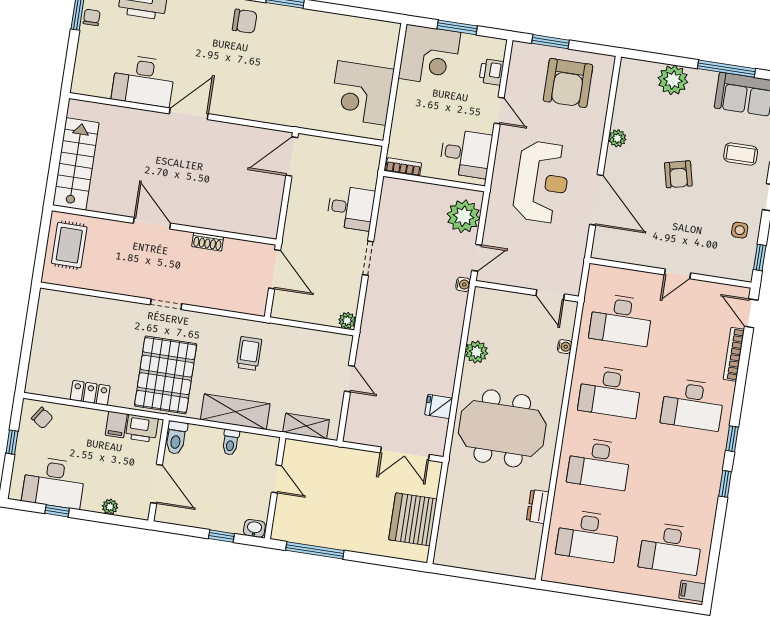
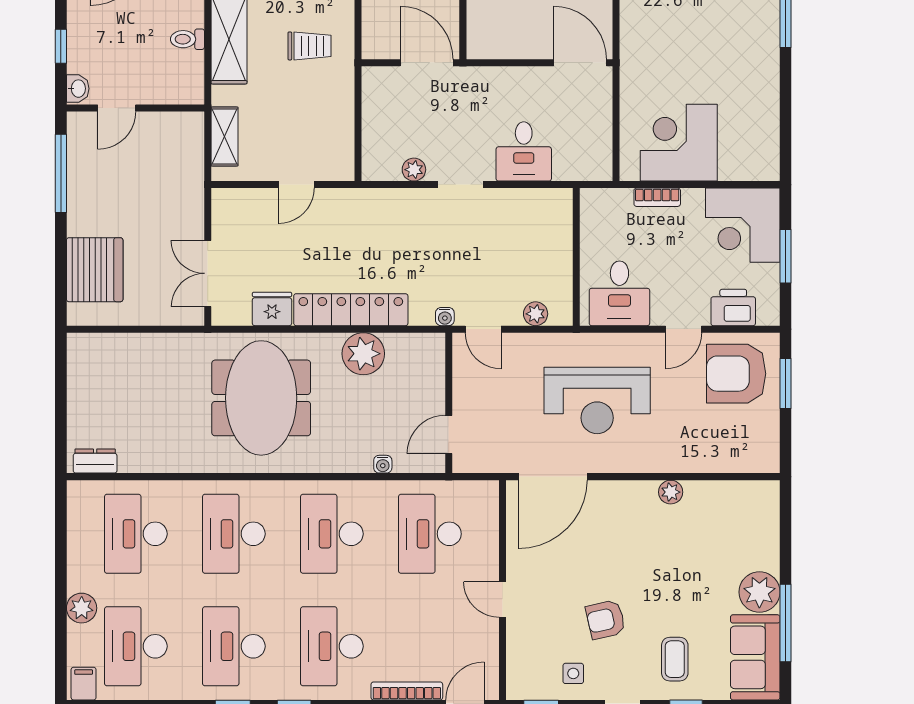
printer: (491, 72) -> (733, 307), width x1.36, depth x1.24
plant: (673, 80) -> (759, 592), moved
armchair: (568, 83) -> (736, 374), moved
bookcase: (403, 167) -> (657, 197), moved, turned 90
armchair: (678, 174) -> (606, 620), moved
door: (596, 200) -> (553, 477), moved
plant: (464, 216) -> (536, 314), width x0.53, depth x0.53
door: (275, 269) -> (427, 63), swing flipped
plant: (347, 321) -> (414, 170), moved
plant: (476, 352) -> (363, 354), width x1.36, depth x1.36
locker: (447, 353) -> (351, 310), added
fridge: (439, 406) -> (272, 309), width x1.38
desk: (682, 476) -> (234, 646), added
door: (277, 479) -> (117, 108), moved
dresser: (538, 506) -> (95, 461), moved
server rack: (413, 519) -> (95, 270), moved, turned 90
plant: (636, 584) -> (82, 608), added

